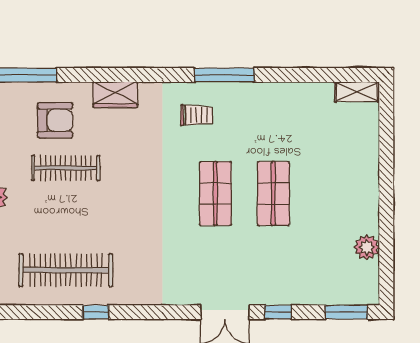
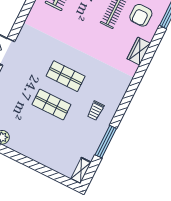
window: (224, 75) -> (106, 142), moved
trolley: (197, 115) -> (96, 111), moved

